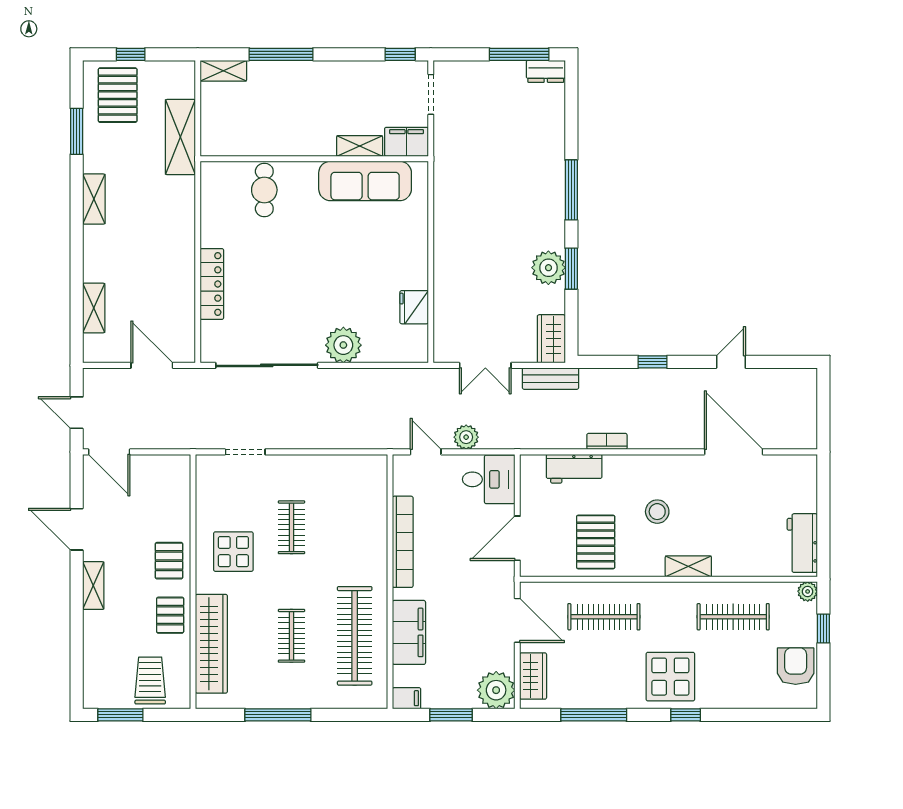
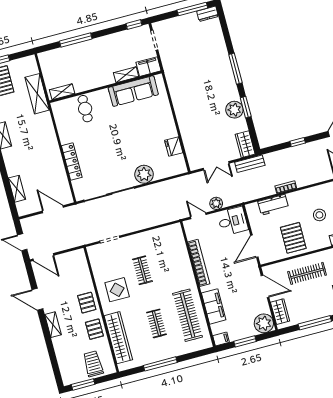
shelving: (223, 71) -> (62, 92), moved

